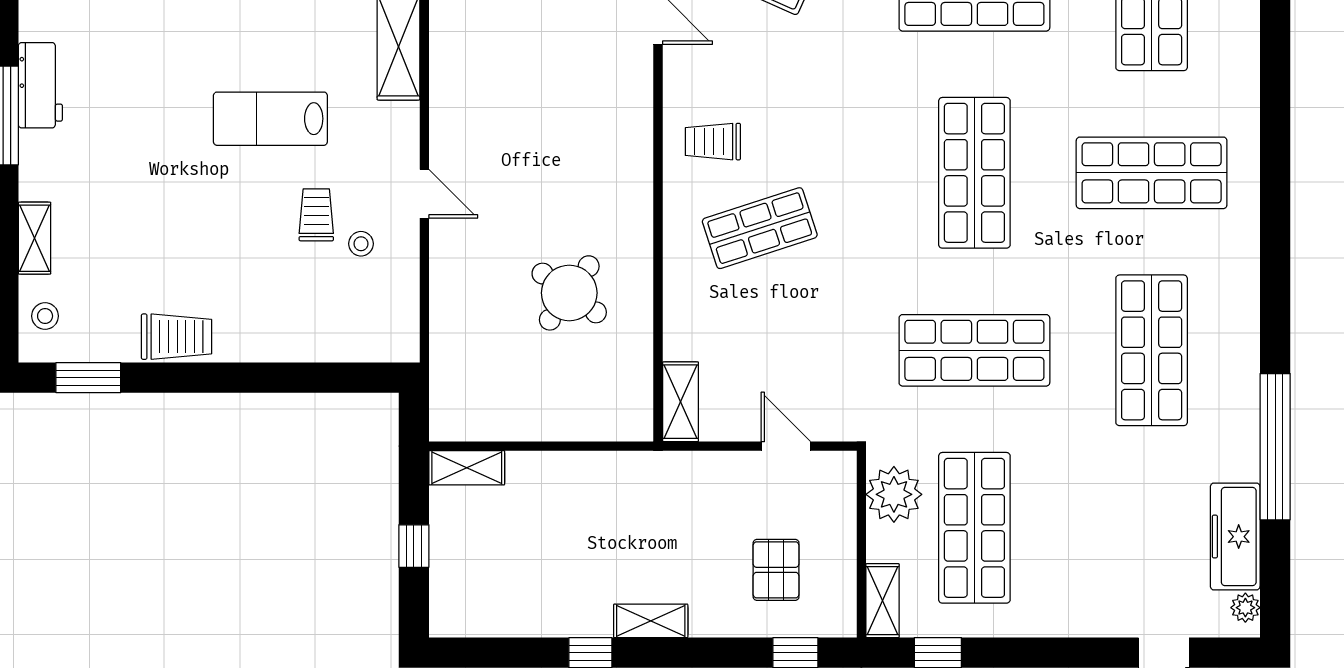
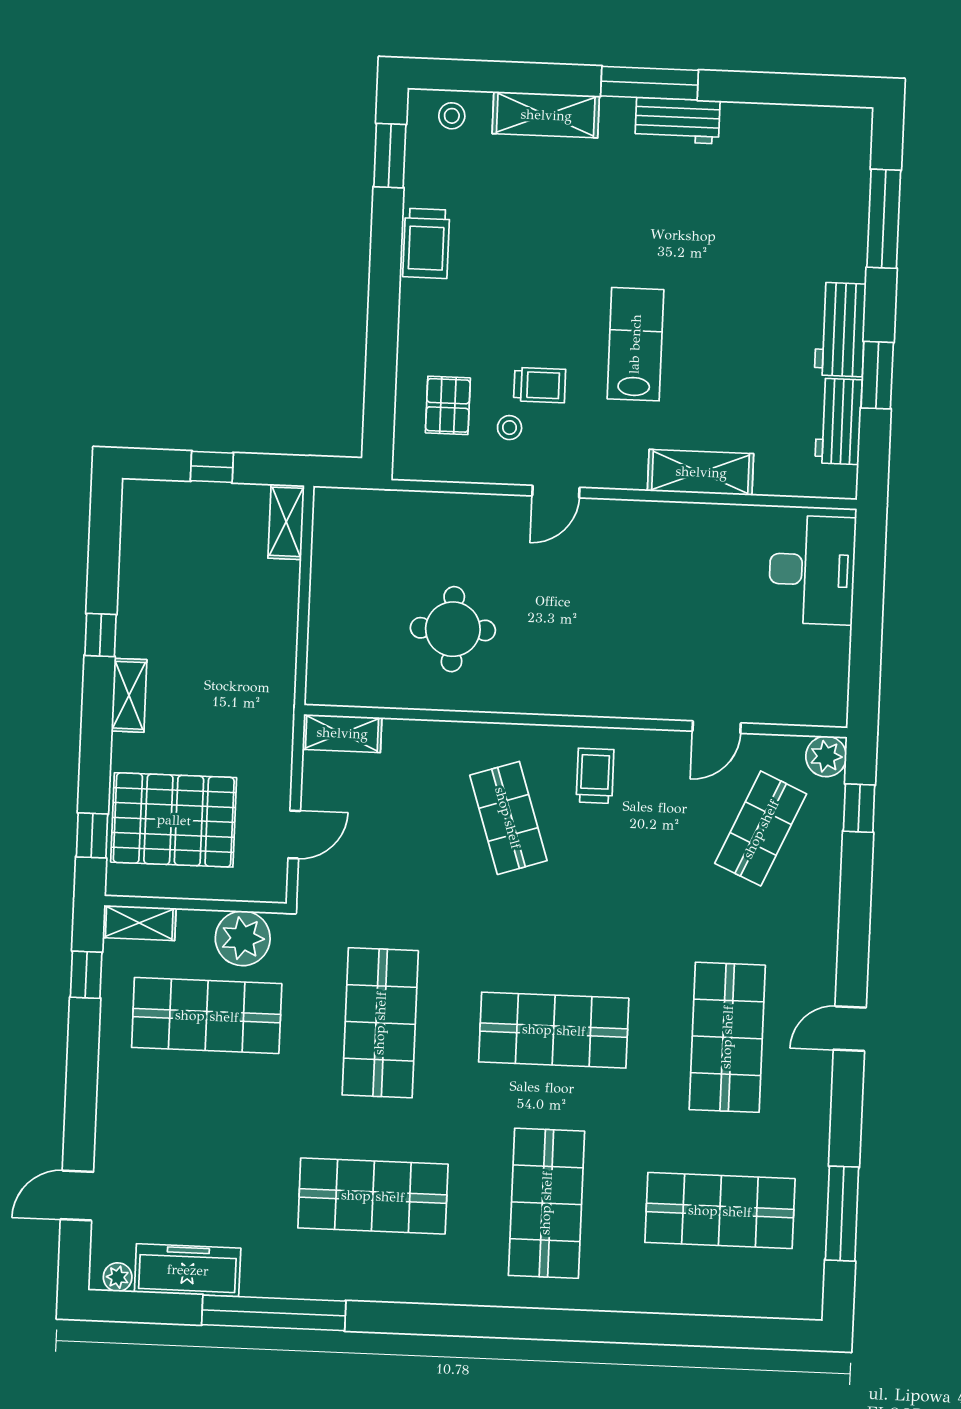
shelving: (34, 238) -> (546, 115), width x1.50, depth x1.33
round table: (569, 293) -> (453, 629), turned -36
pallet: (341, 308) -> (448, 405), added
pallet: (776, 570) -> (174, 820), width x2.05, depth x2.00

